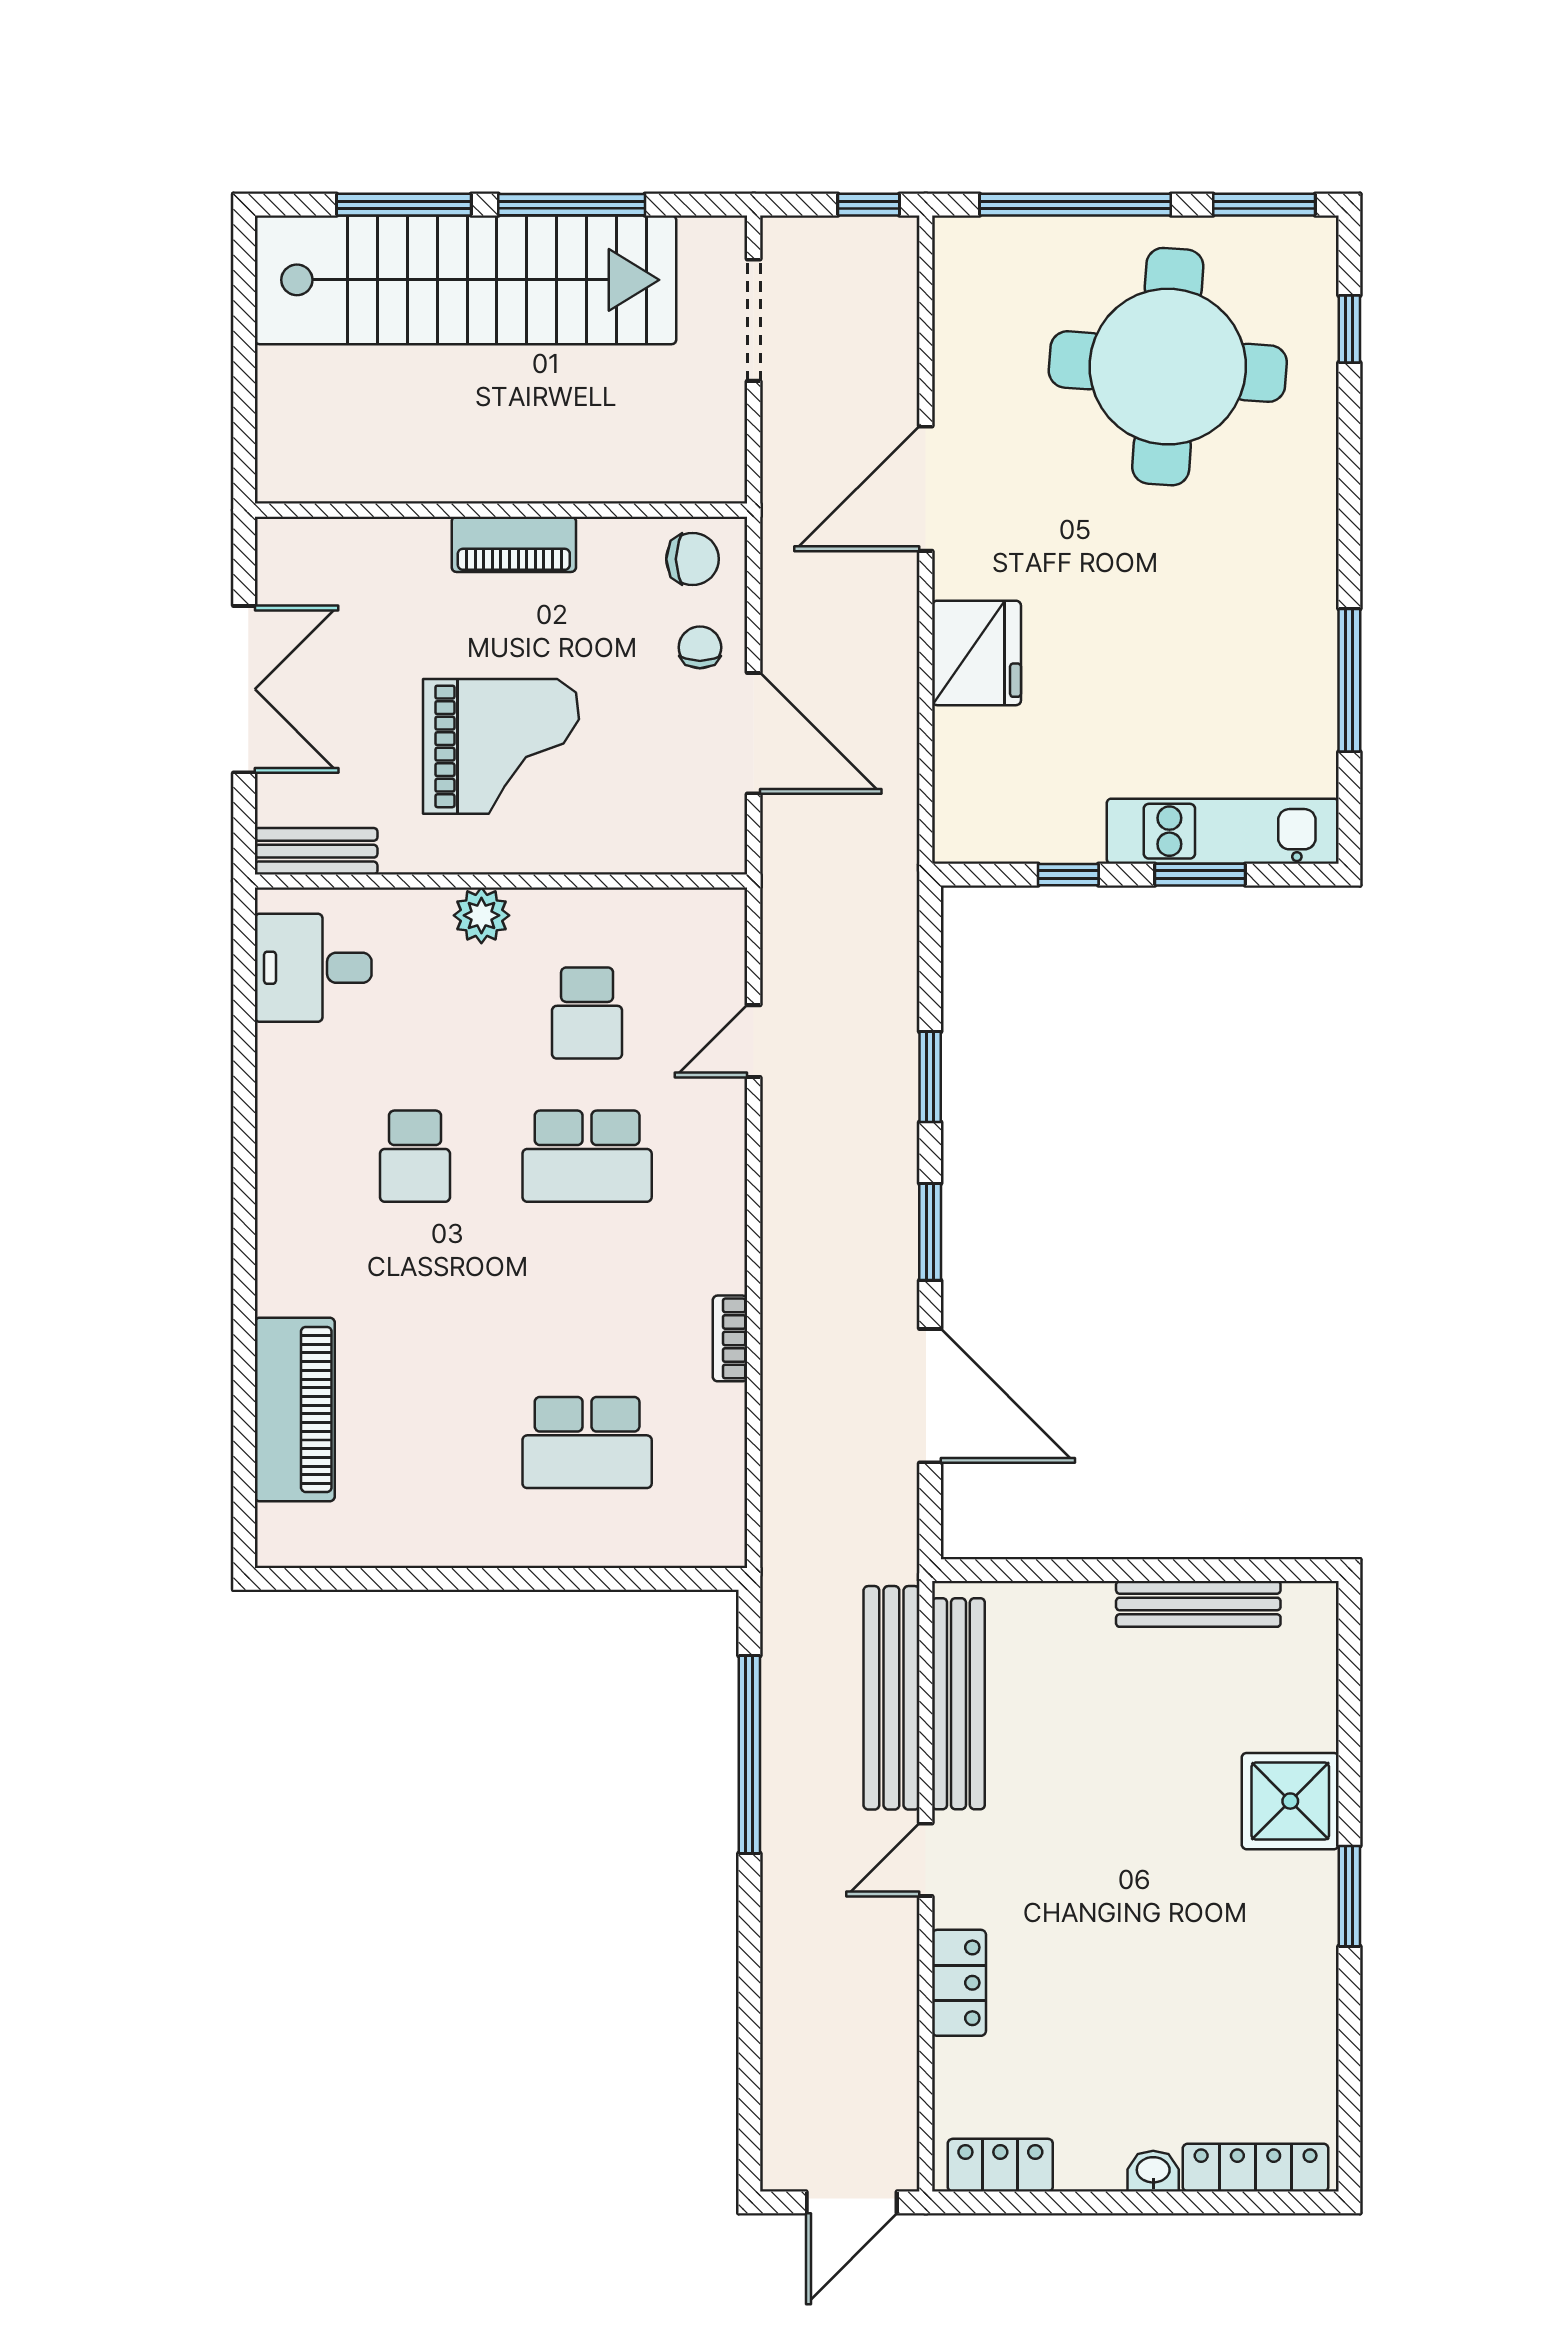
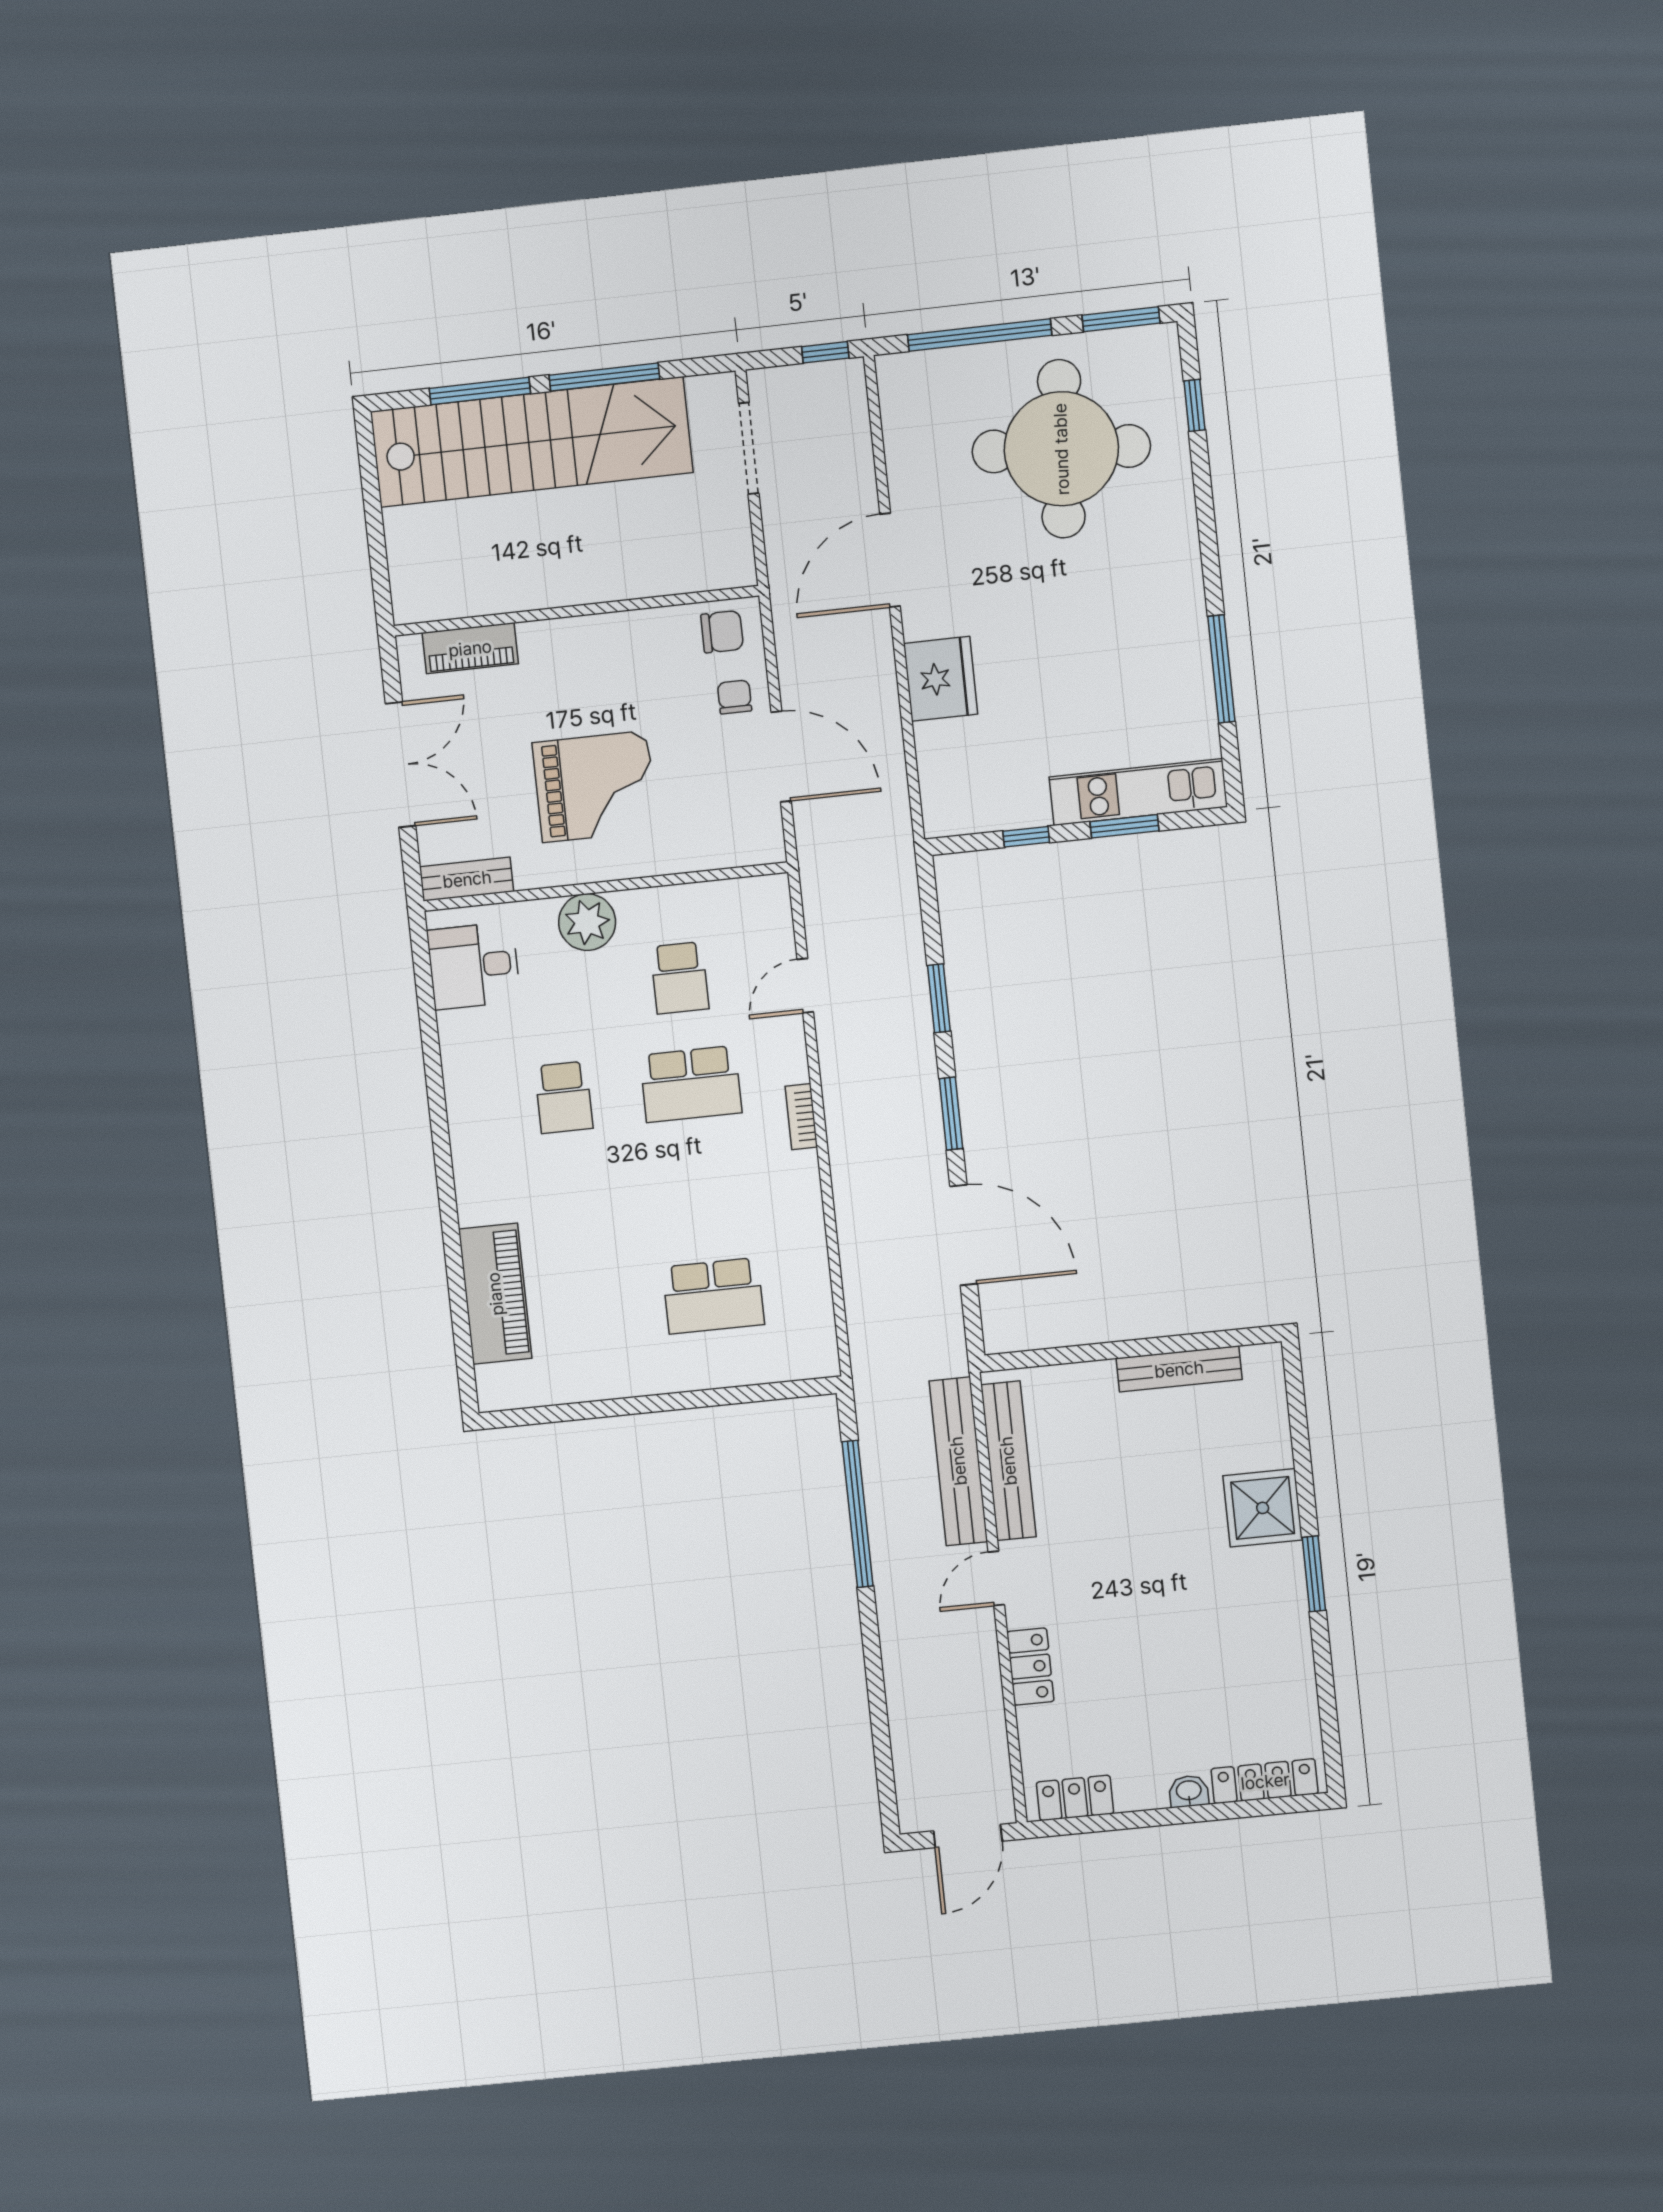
piano: (514, 544) -> (470, 648), moved
plant: (481, 915) -> (587, 922), width x1.36, depth x1.36
bookcase: (730, 1338) -> (801, 1117), moved

